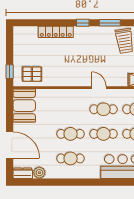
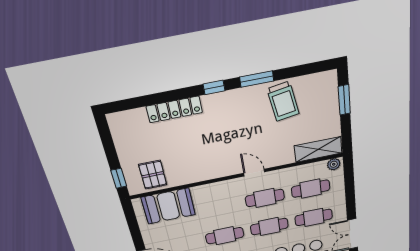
pallet: (32, 74) -> (153, 175), turned 90
booth: (24, 106) -> (168, 206), moved, turned 90

